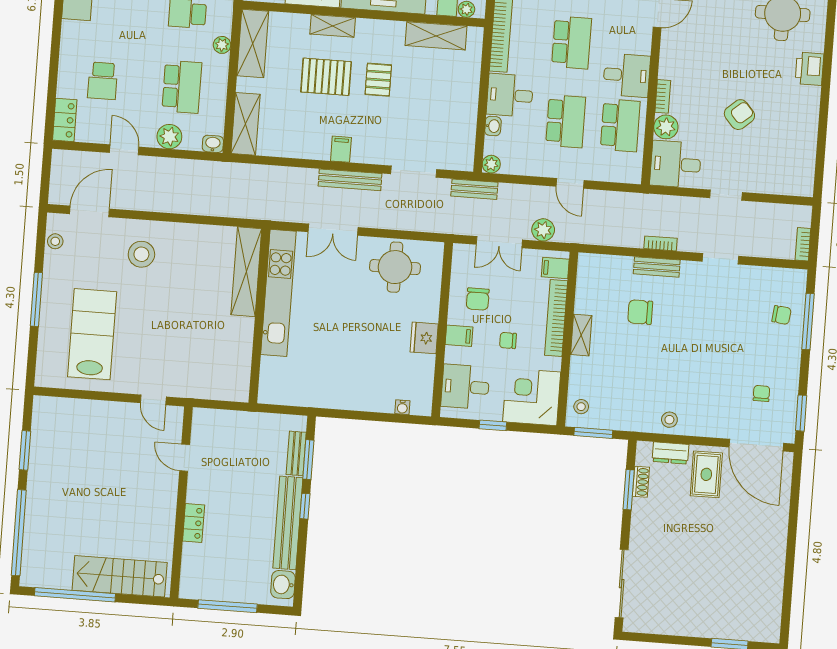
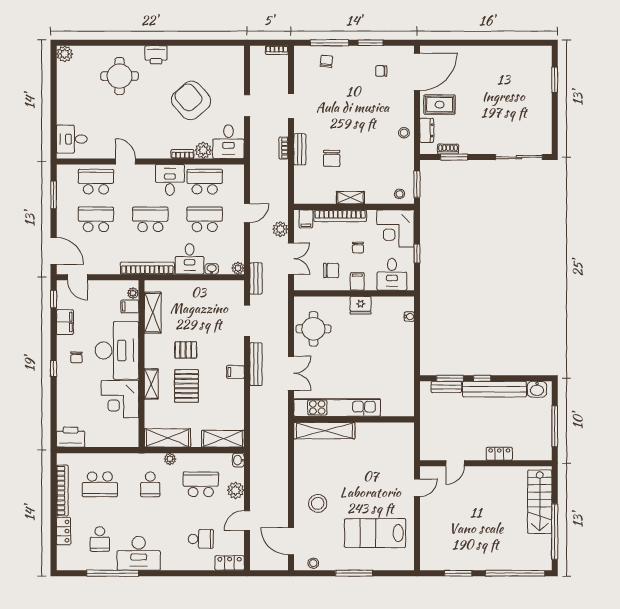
armchair: (739, 115) -> (191, 100), width x1.88, depth x1.88
window: (801, 413) -> (371, 43), moved

